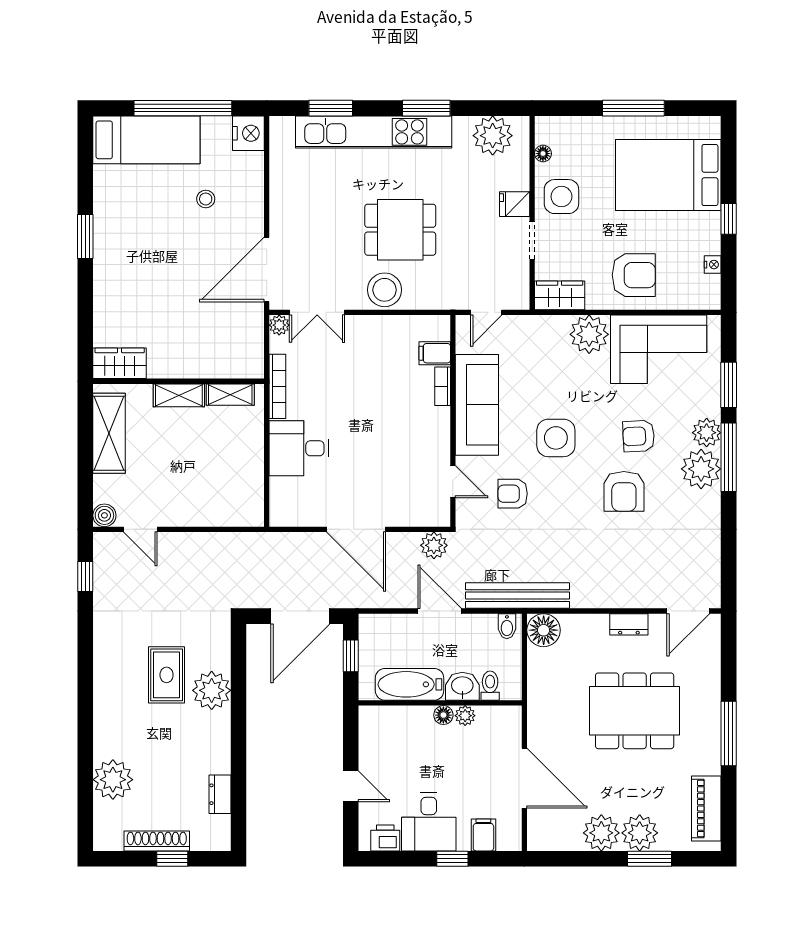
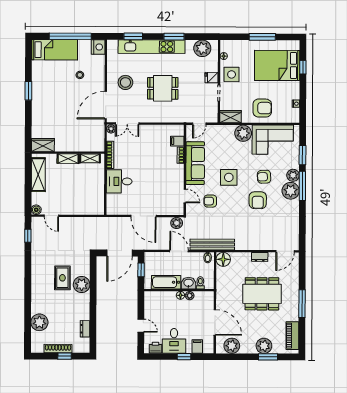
window: (729, 219) -> (303, 67), moved
stool: (385, 290) -> (125, 82), moved
plant: (601, 833) -> (232, 346), moved

